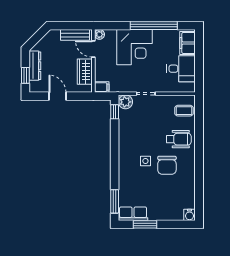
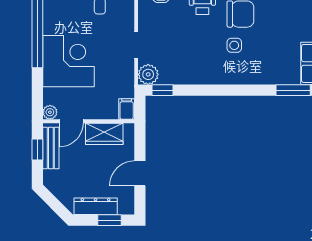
window: (74, 26) -> (37, 149), added

